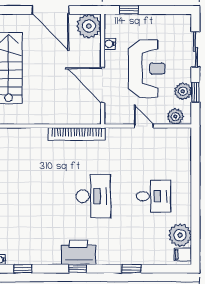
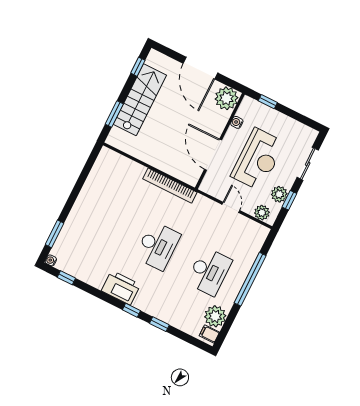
window: (195, 184) -> (250, 279), added
desk: (153, 196) -> (209, 271), width x1.37
window: (77, 269) -> (131, 310), moved

